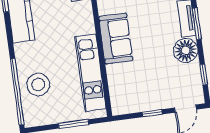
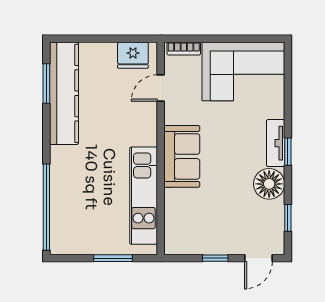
window: (197, 24) -> (288, 152), width x0.67
stool: (38, 84) -> (75, 202), removed

